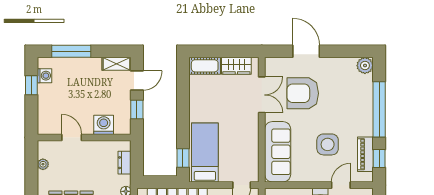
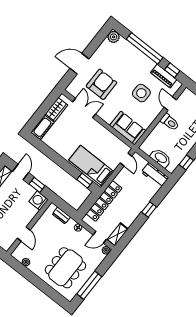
armchair: (303, 93) -> (101, 84), turned 180
washing machine: (104, 125) -> (39, 201), moved
door: (72, 138) -> (24, 234), swing flipped
sofa: (278, 152) -> (128, 128), width x0.73

